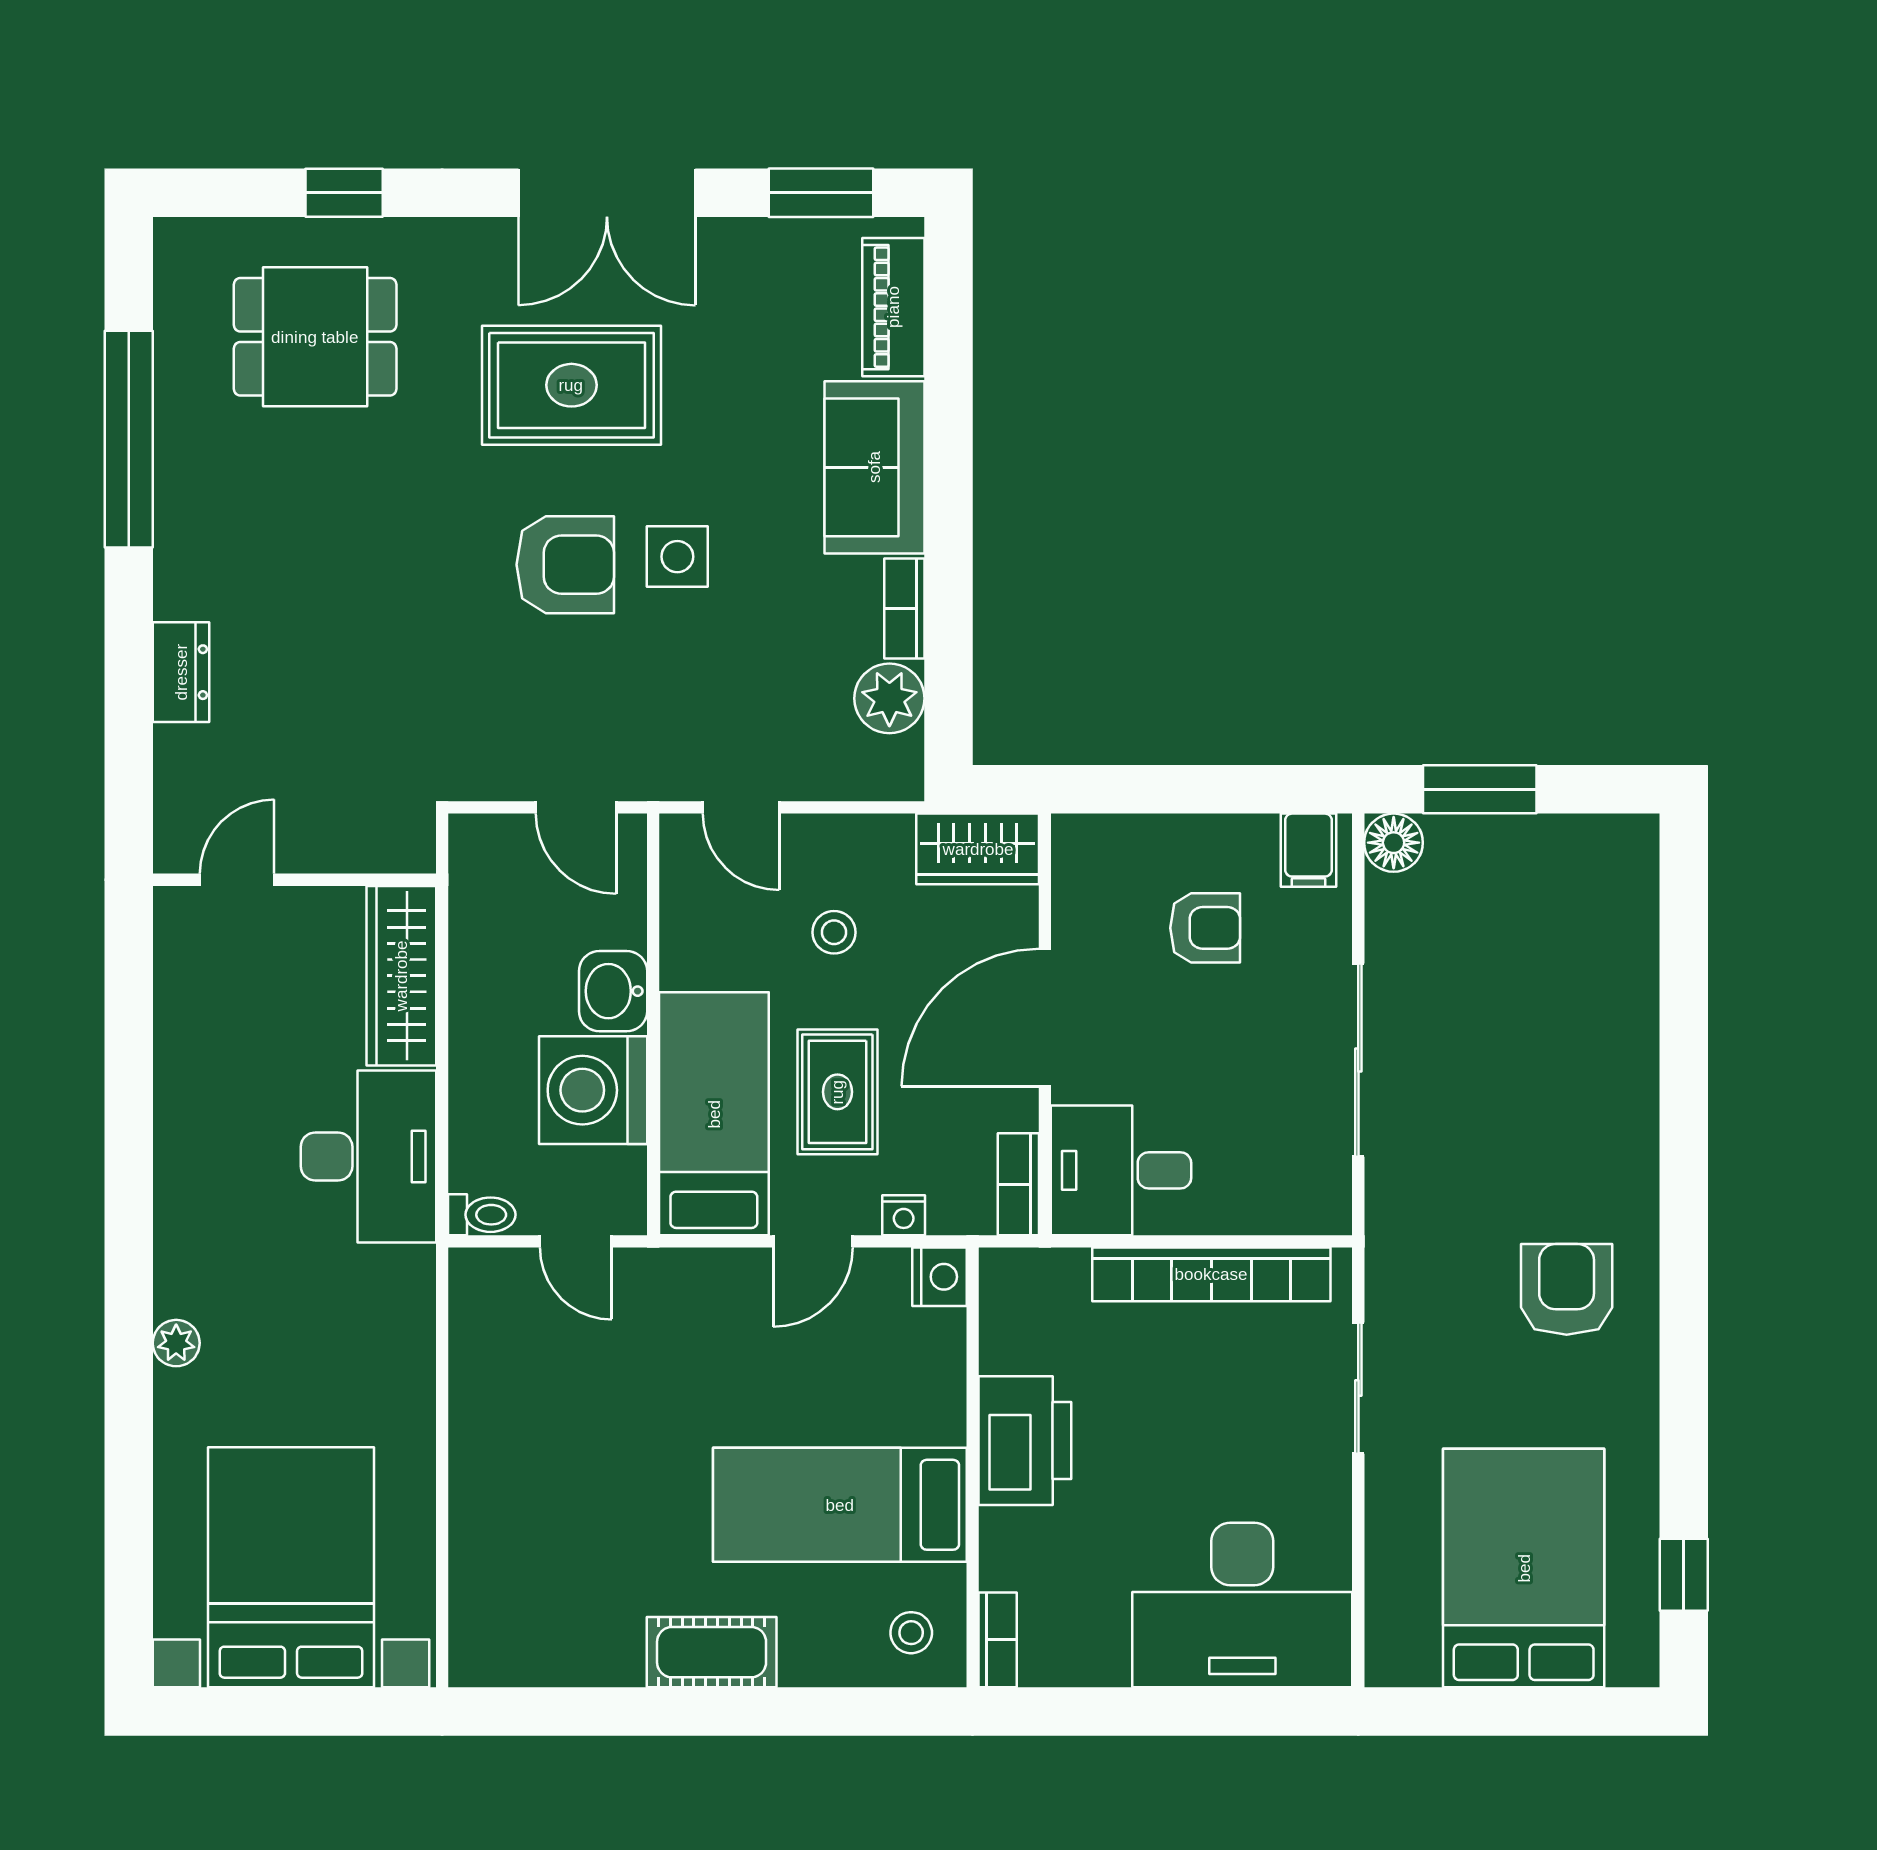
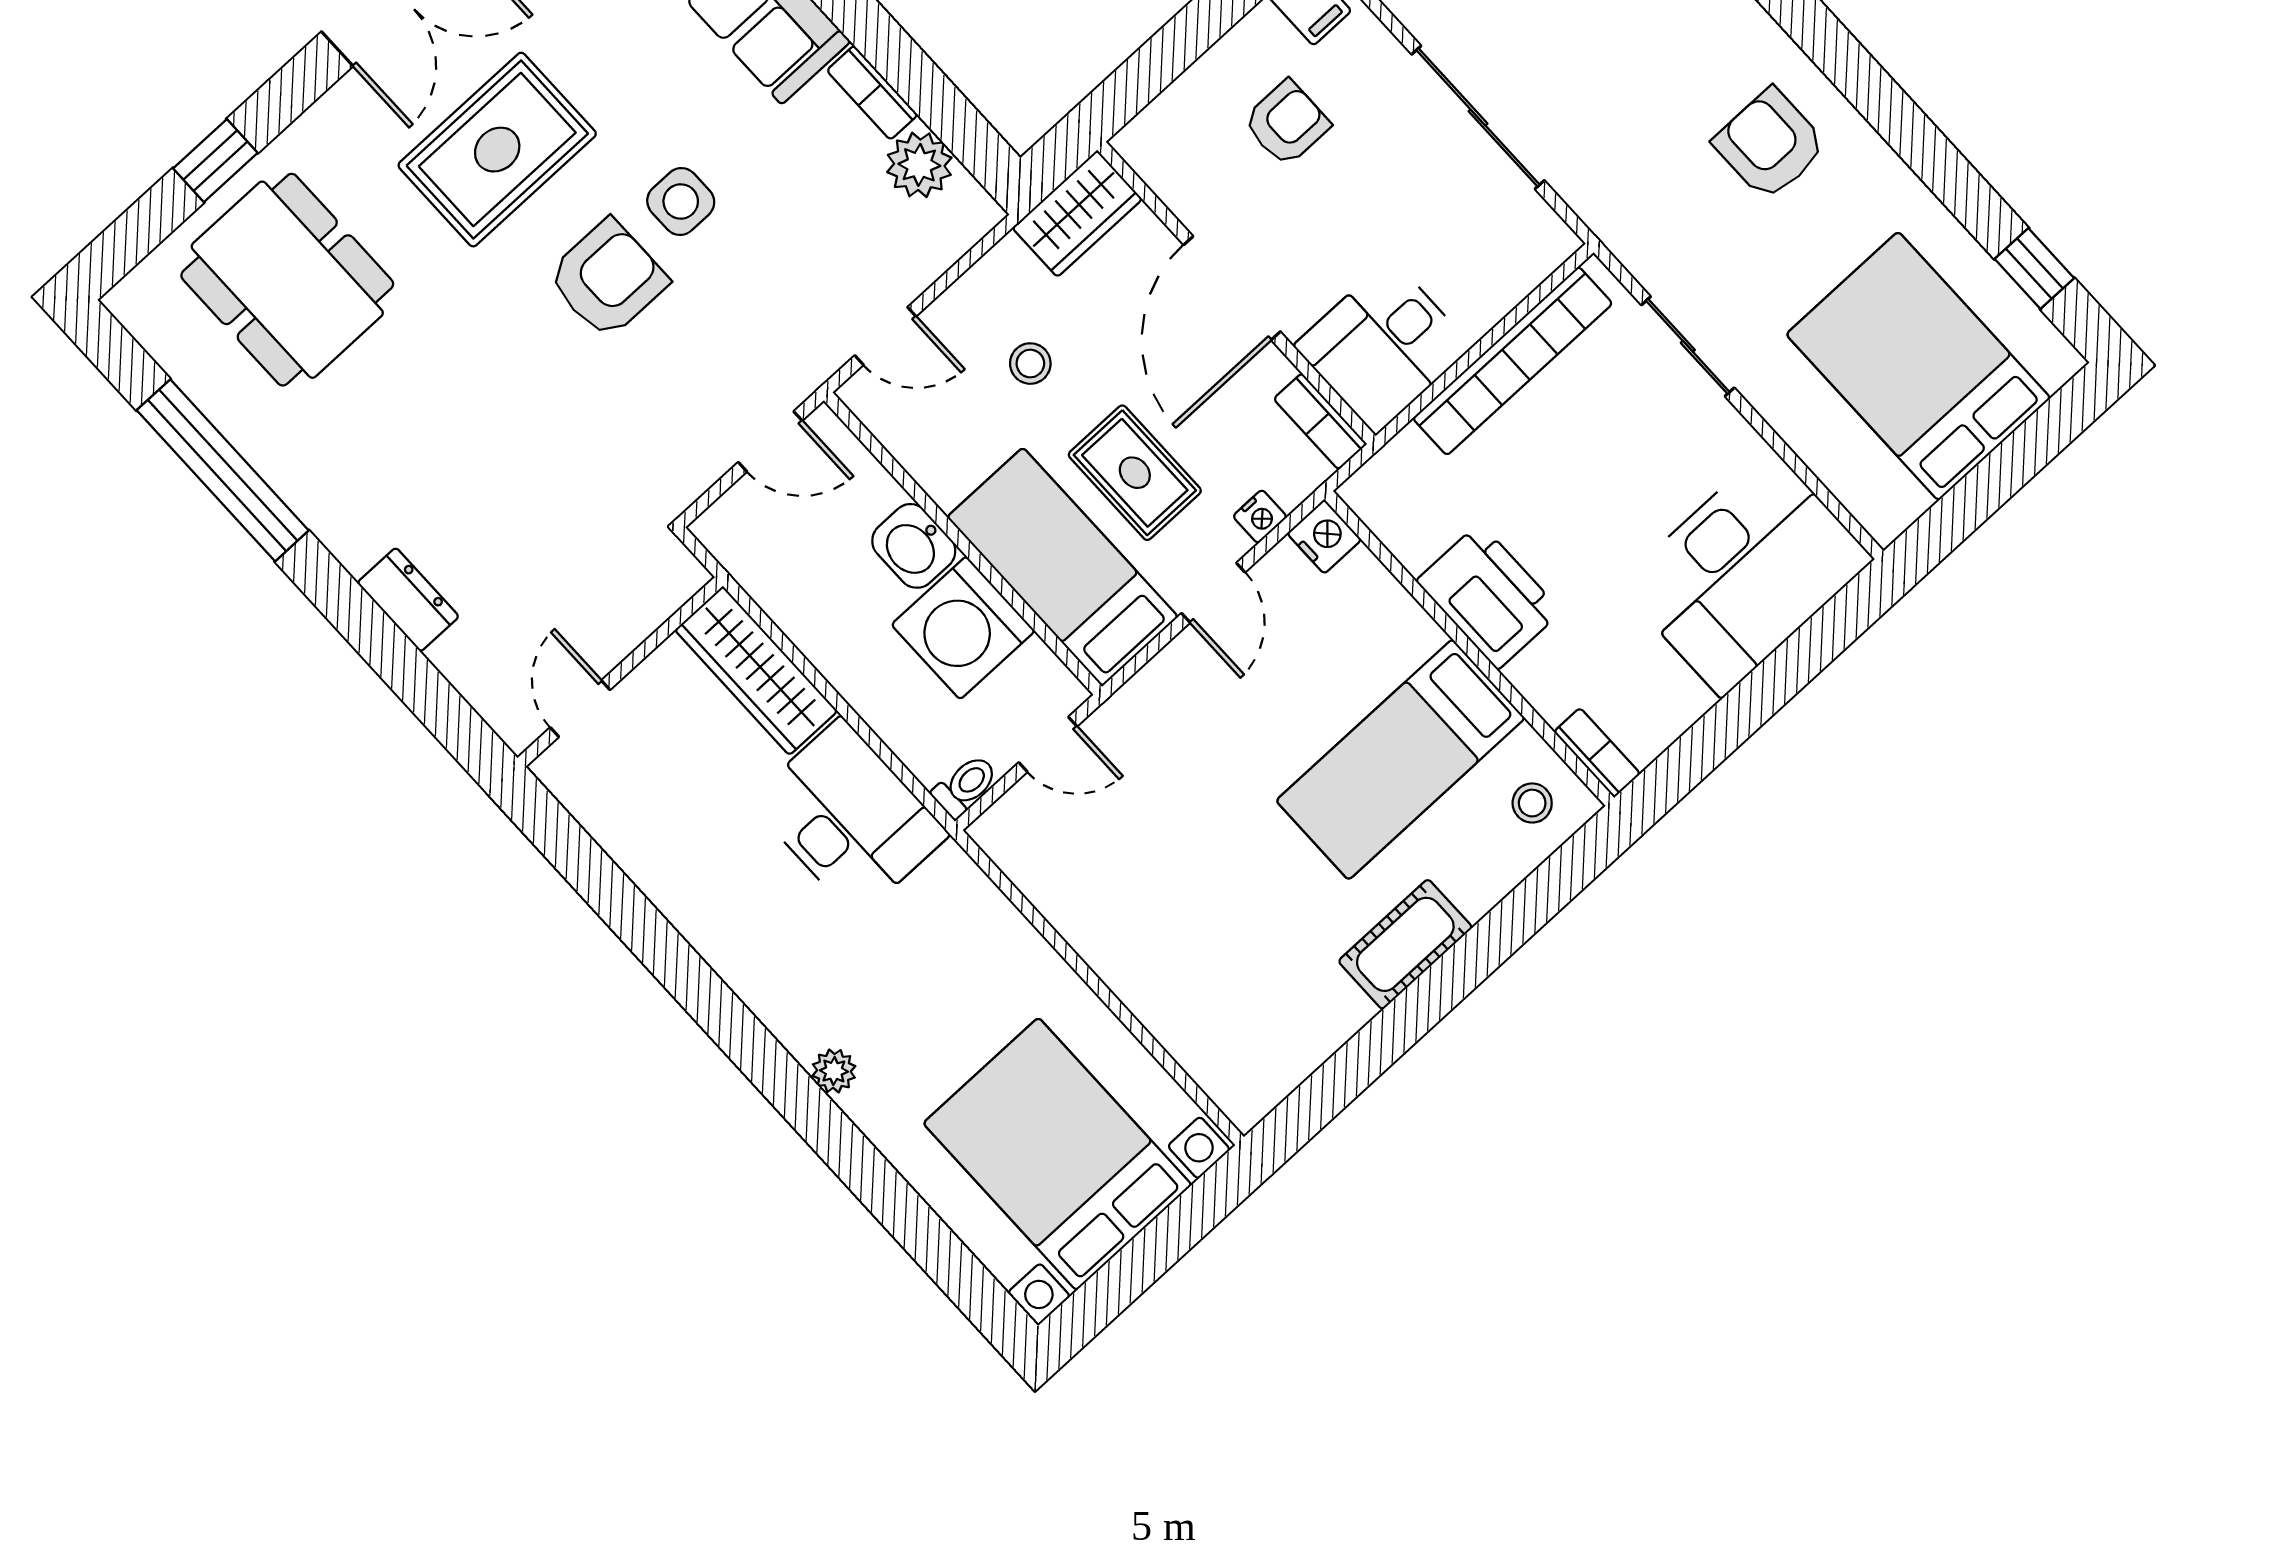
dining table: (315, 337) -> (287, 280), width x1.38

